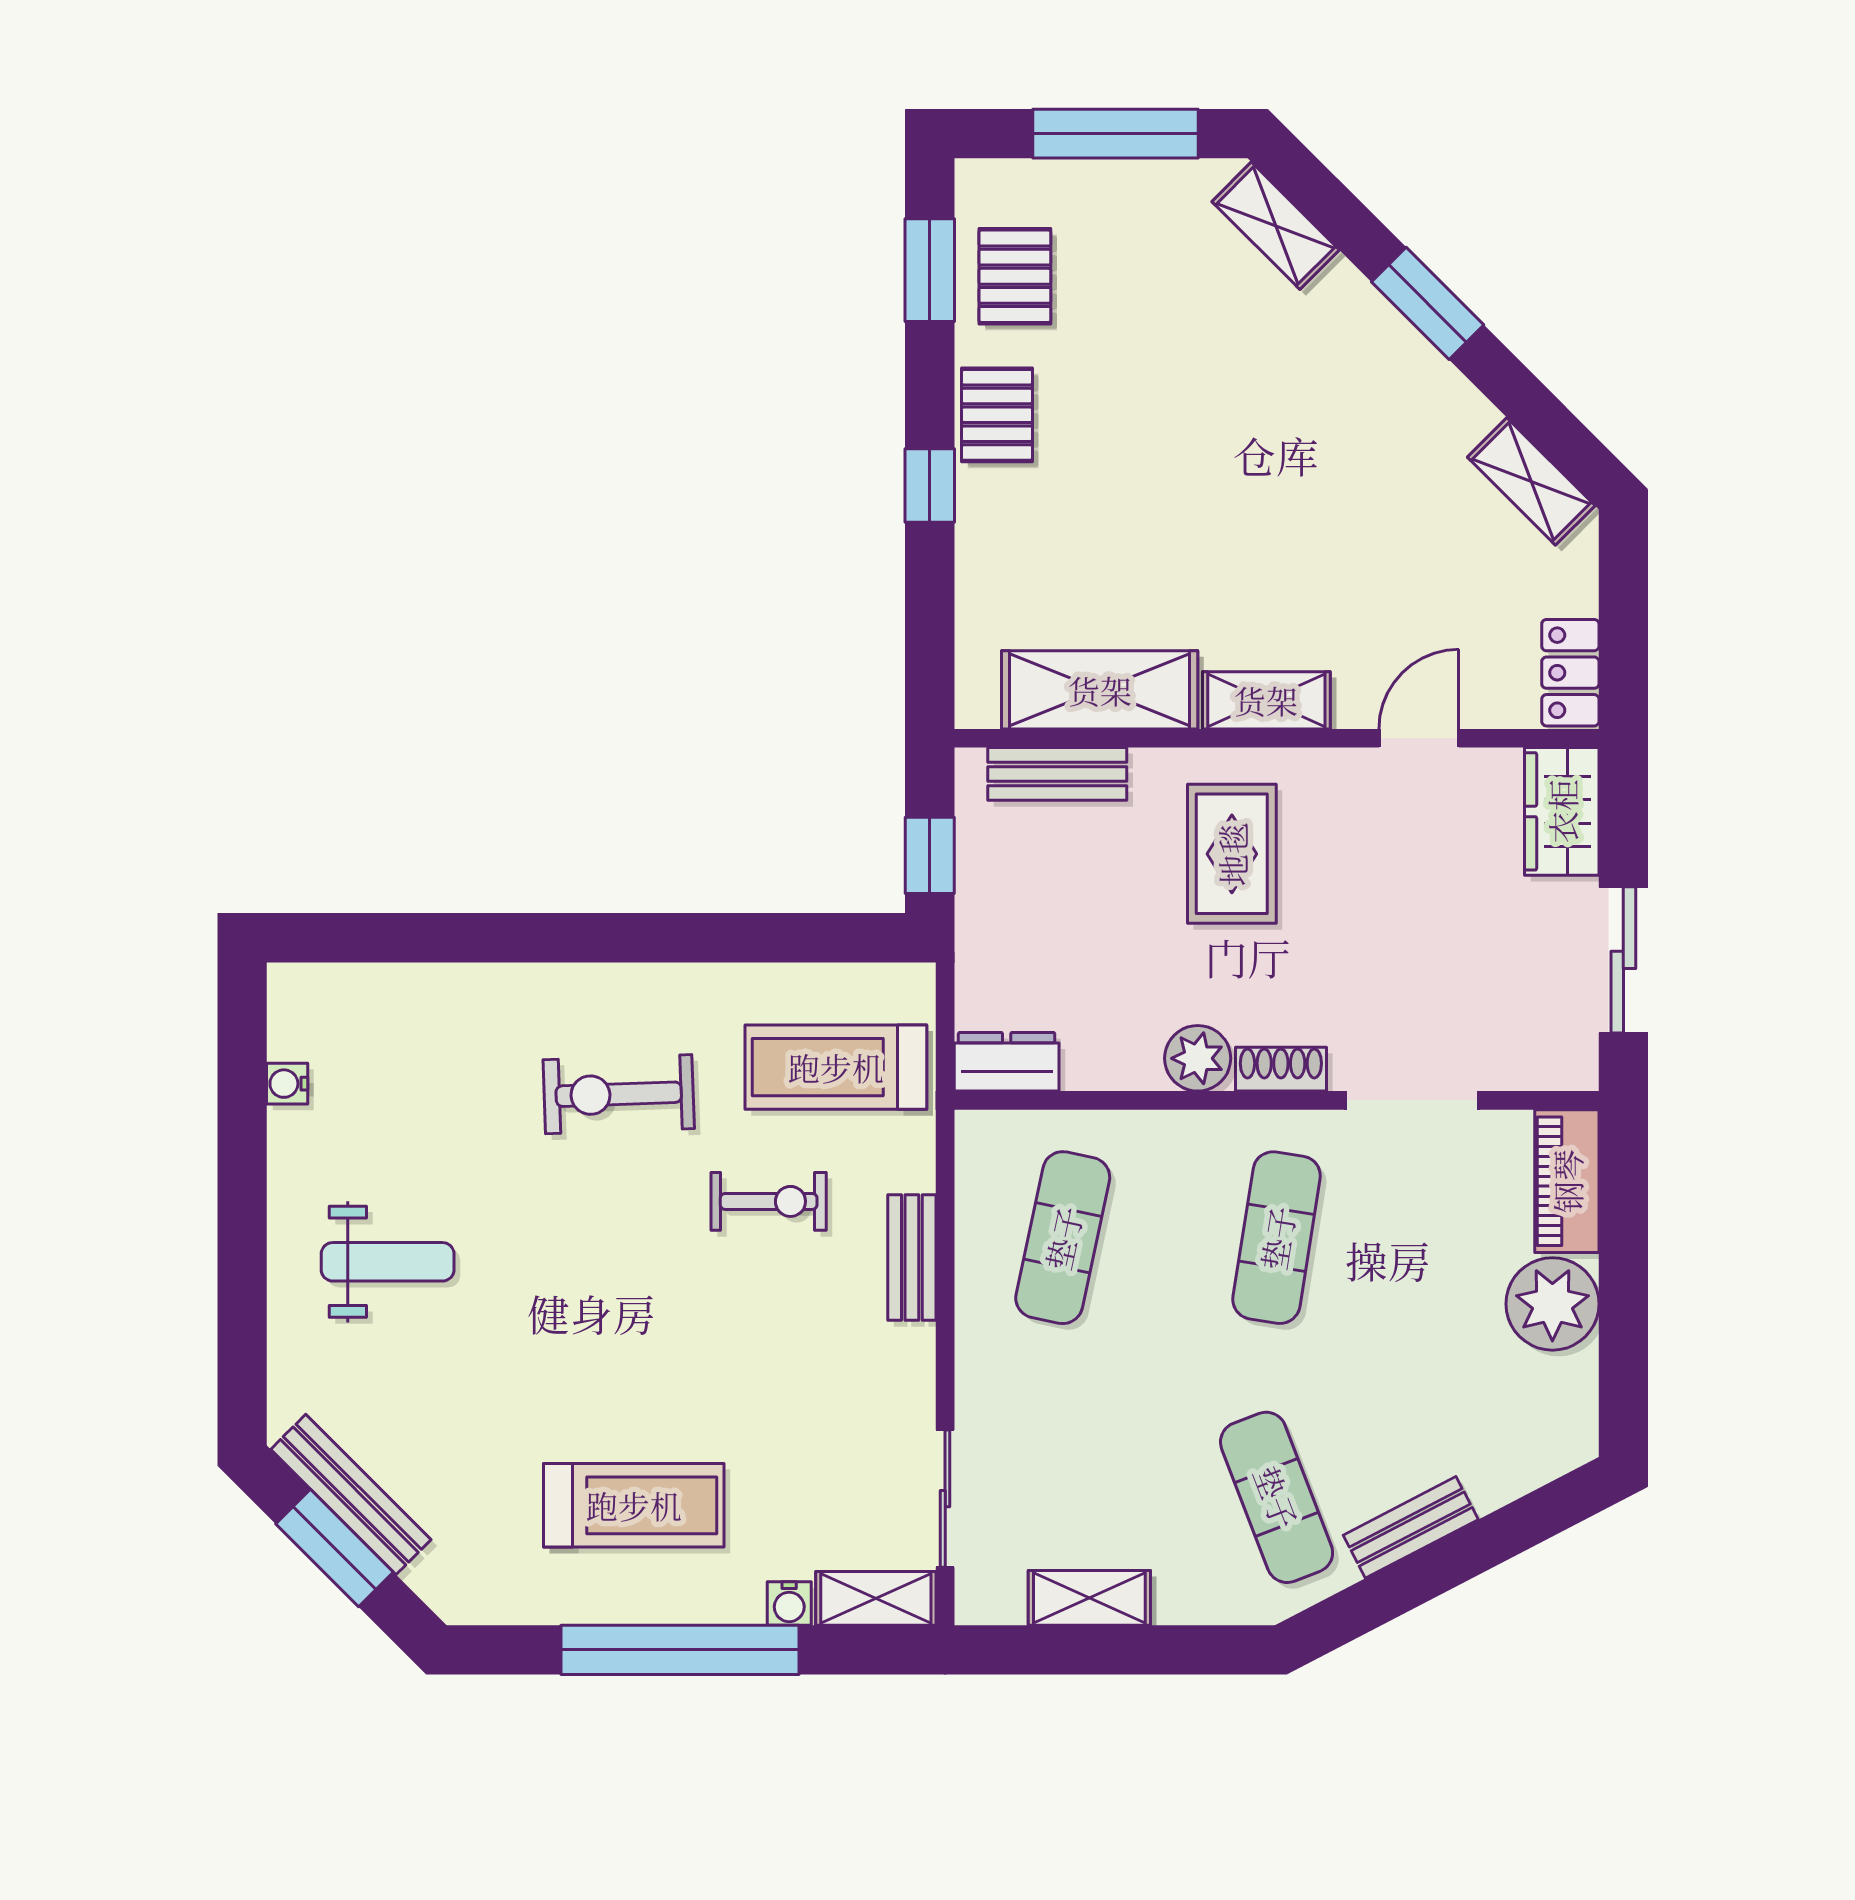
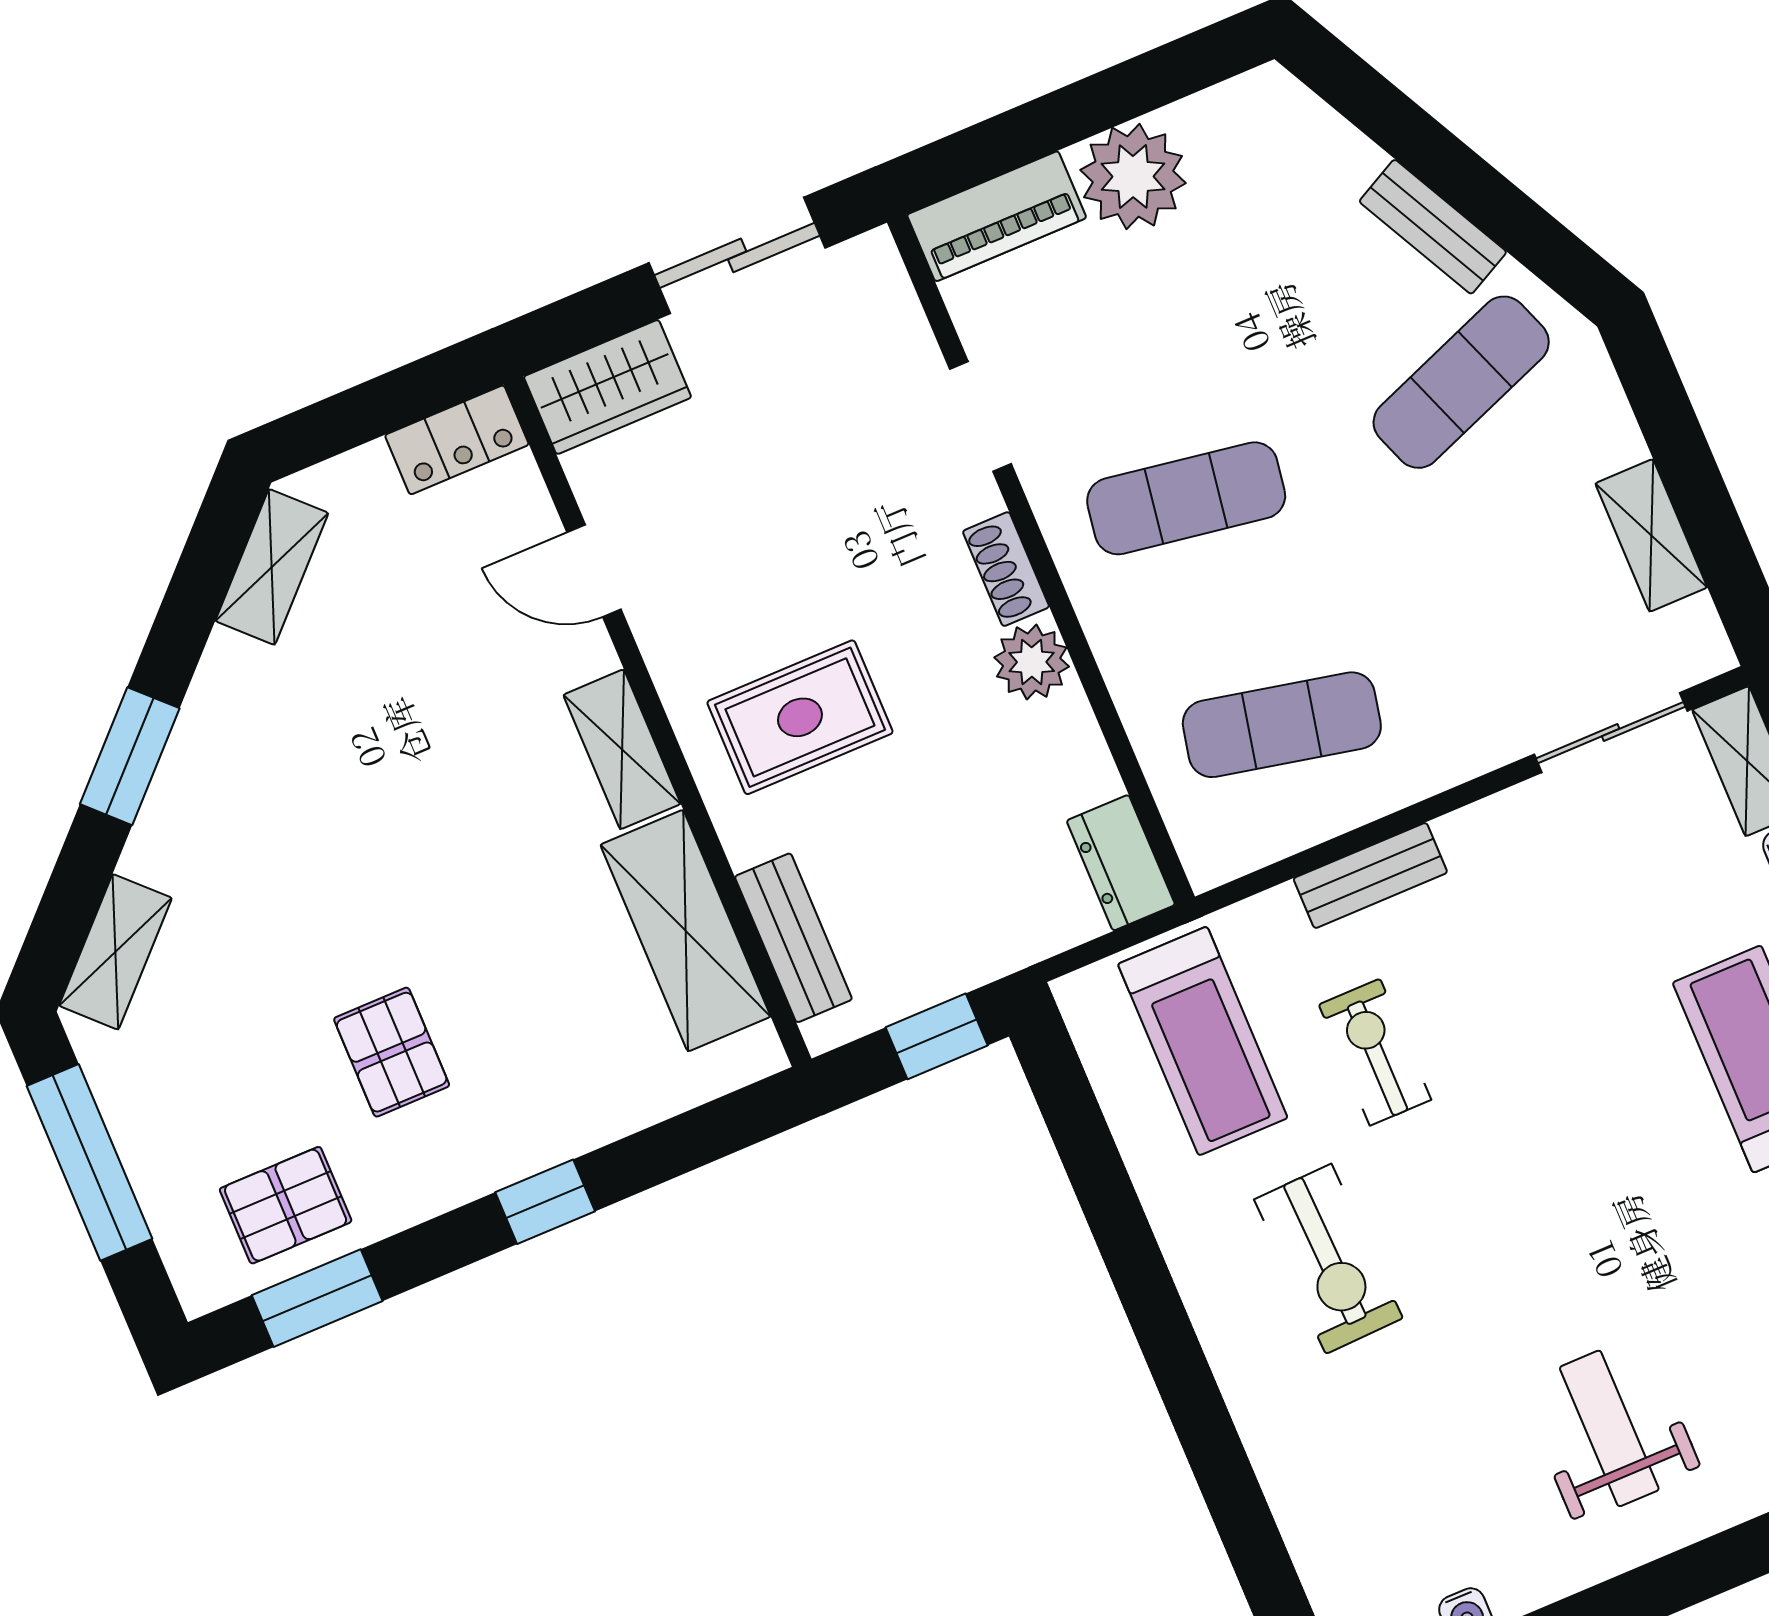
pallet: (997, 415) -> (392, 1052), moved, turned 90
doorway: (1412, 1100) -> (981, 417), width x0.73

